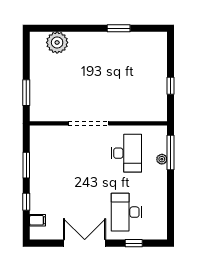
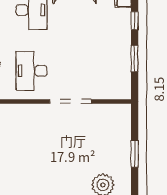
window: (26, 93) -> (135, 154), moved

